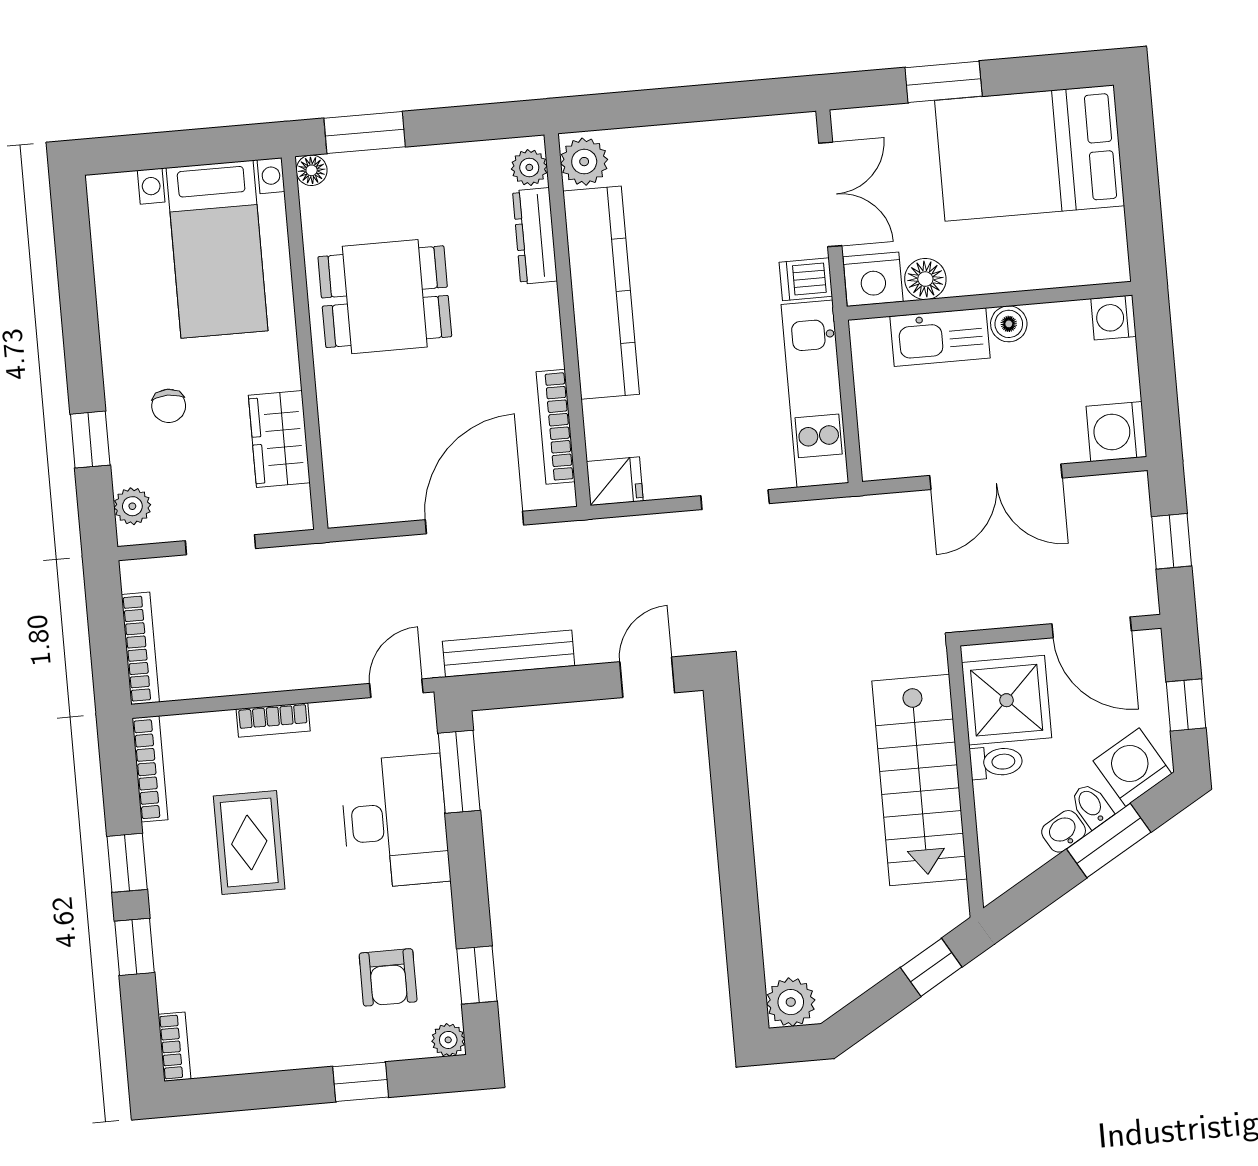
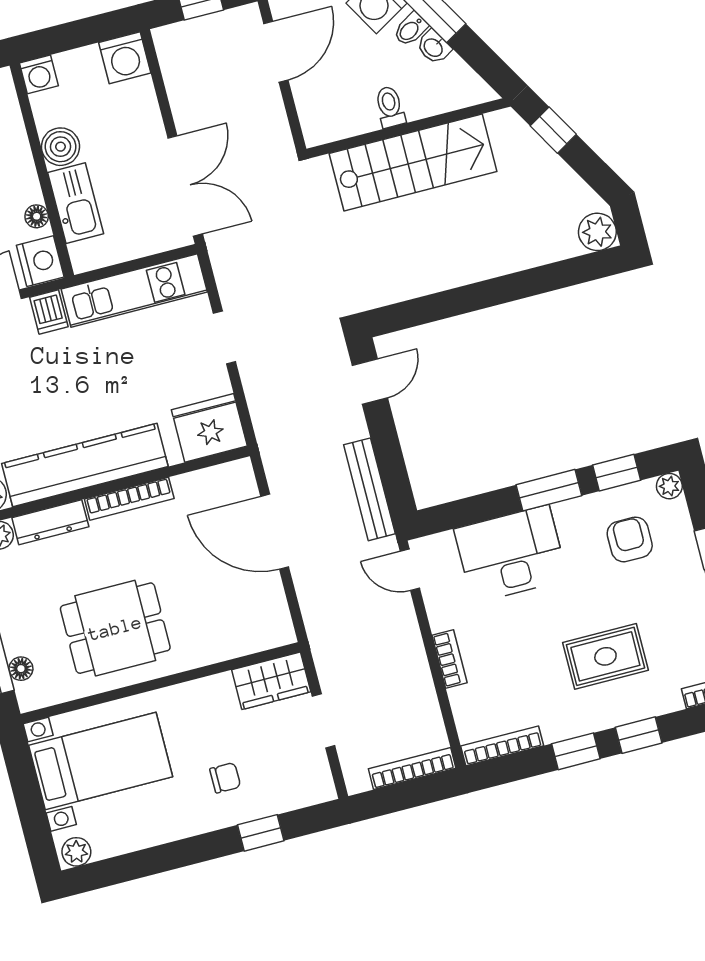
floor lamp: (312, 170) -> (21, 669), moved
floor lamp: (925, 279) -> (37, 216), width x0.73, depth x0.73
dining table: (385, 297) -> (115, 628), turned 90
boiler: (1009, 324) -> (60, 147), width x1.36, depth x1.36
bookcase: (556, 427) -> (129, 499), moved
wardrobe: (279, 439) -> (271, 681), moved
double door: (996, 477) -> (185, 186), moved
fridge: (615, 481) -> (209, 428), width x1.88, depth x1.34
plant: (132, 506) -> (76, 852), moved
door: (647, 677) -> (370, 382), swing flipped
shower: (1007, 700) -> (342, 107), removed
window: (459, 772) -> (549, 490), moved
rug: (249, 842) -> (605, 656), moved
armchair: (388, 977) -> (630, 539), turned -90

